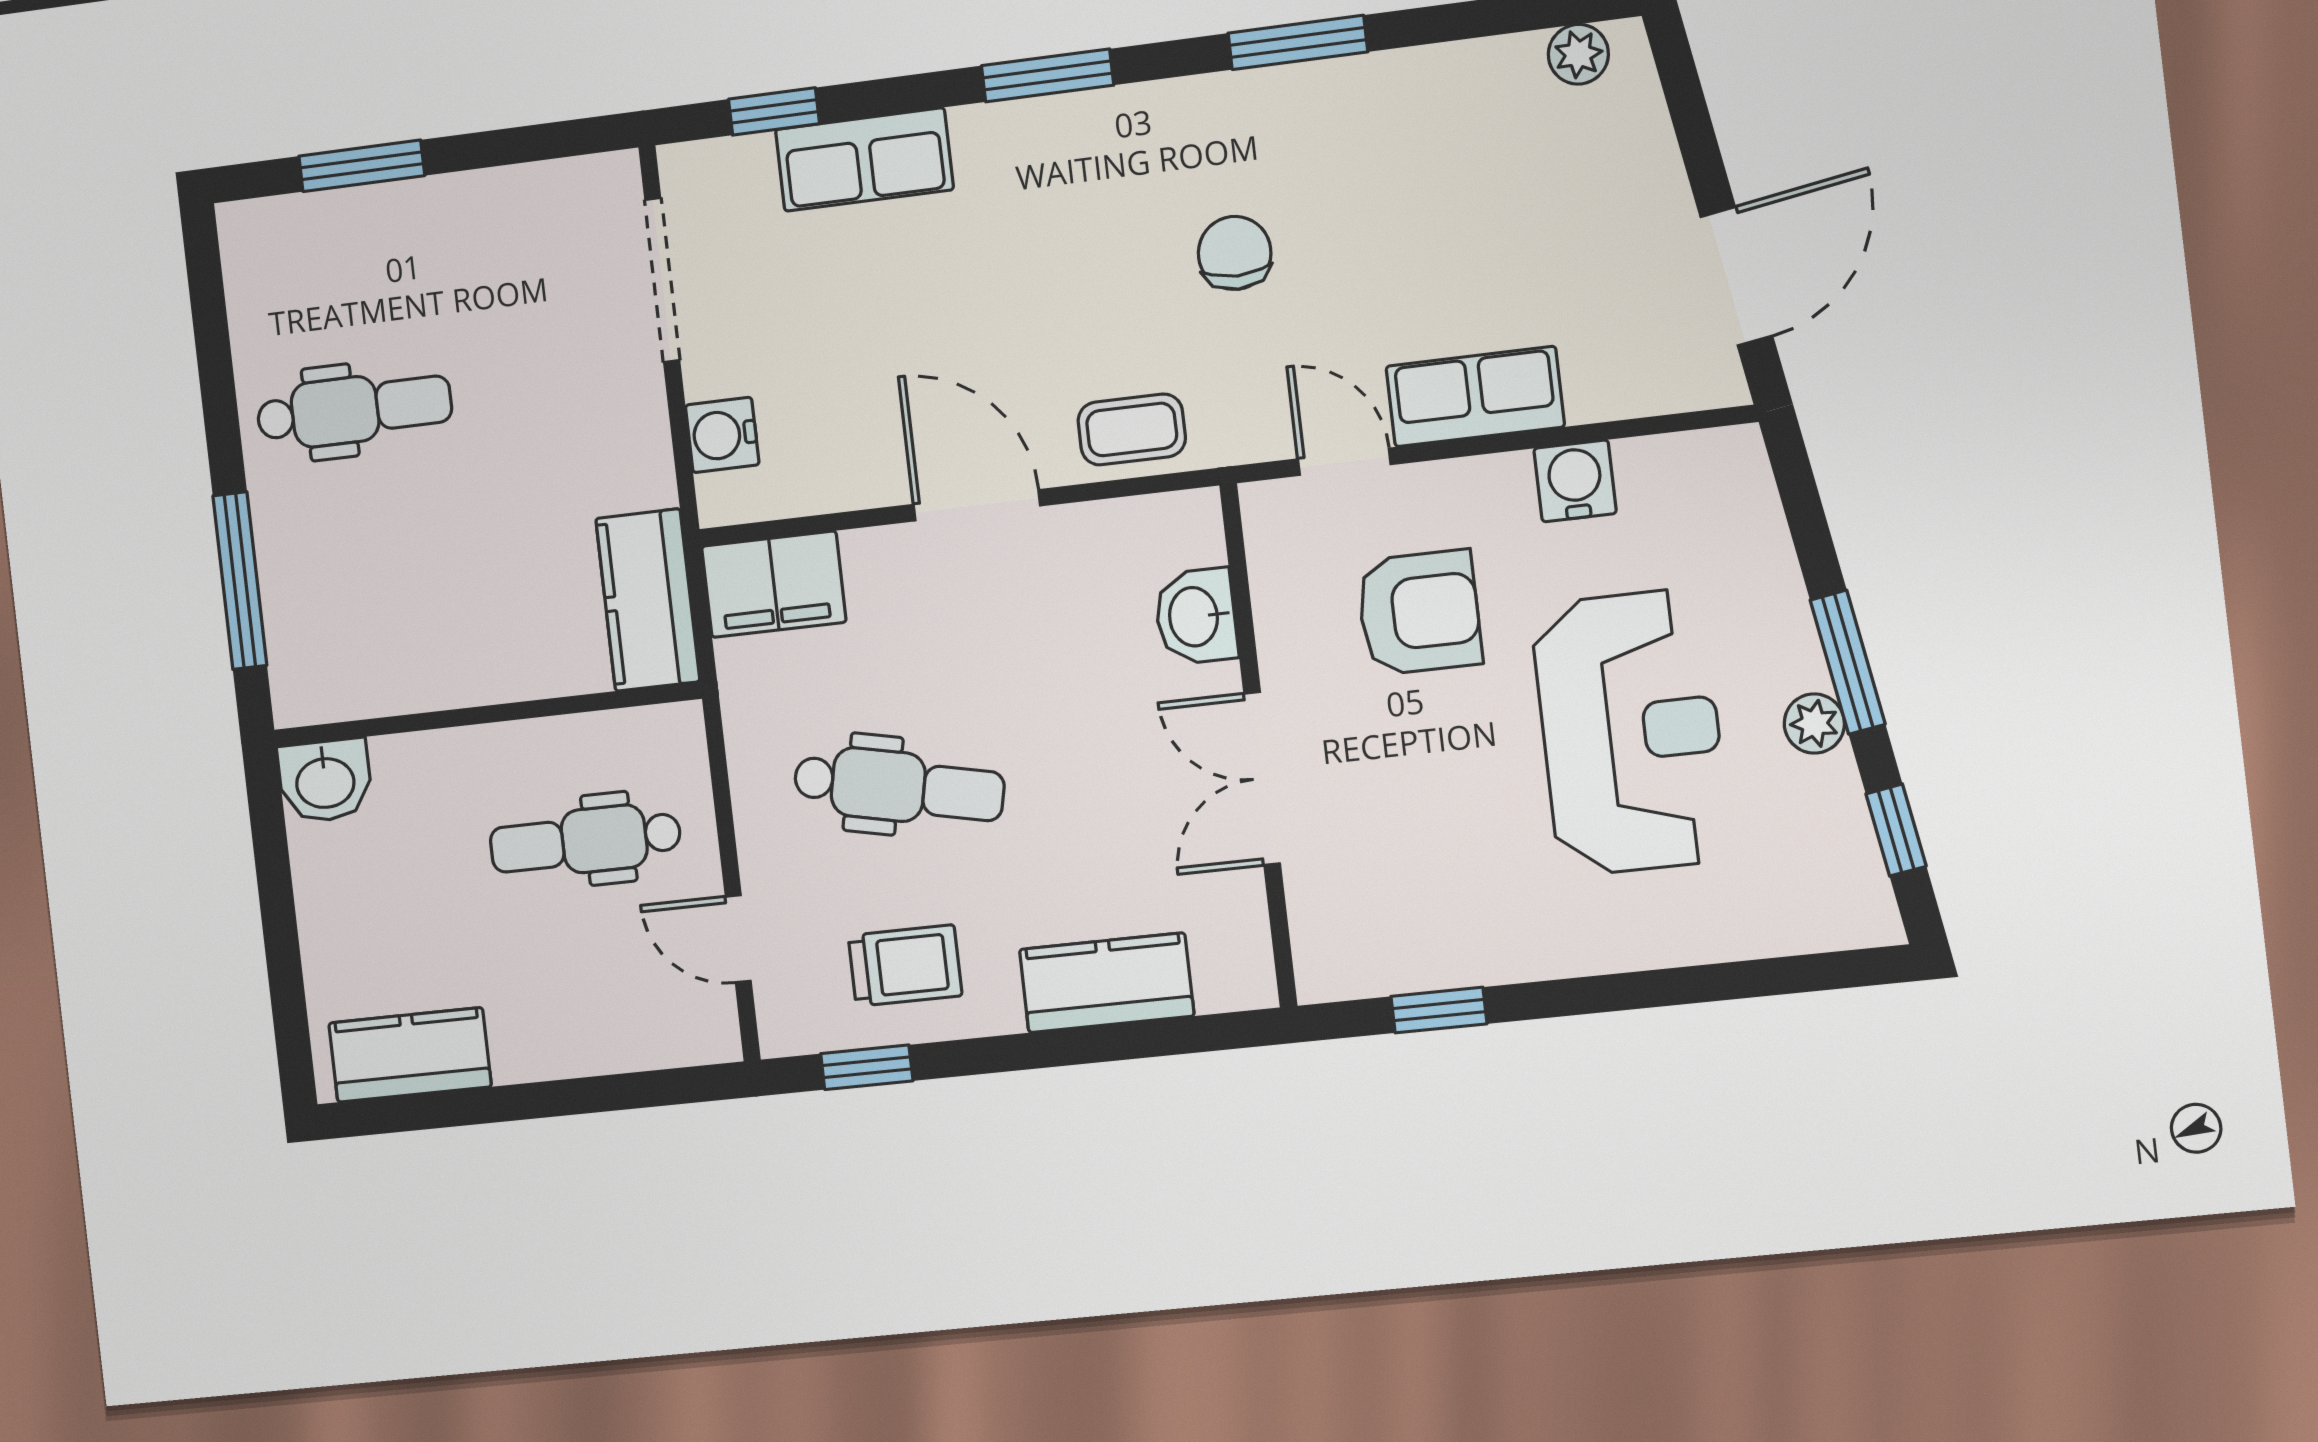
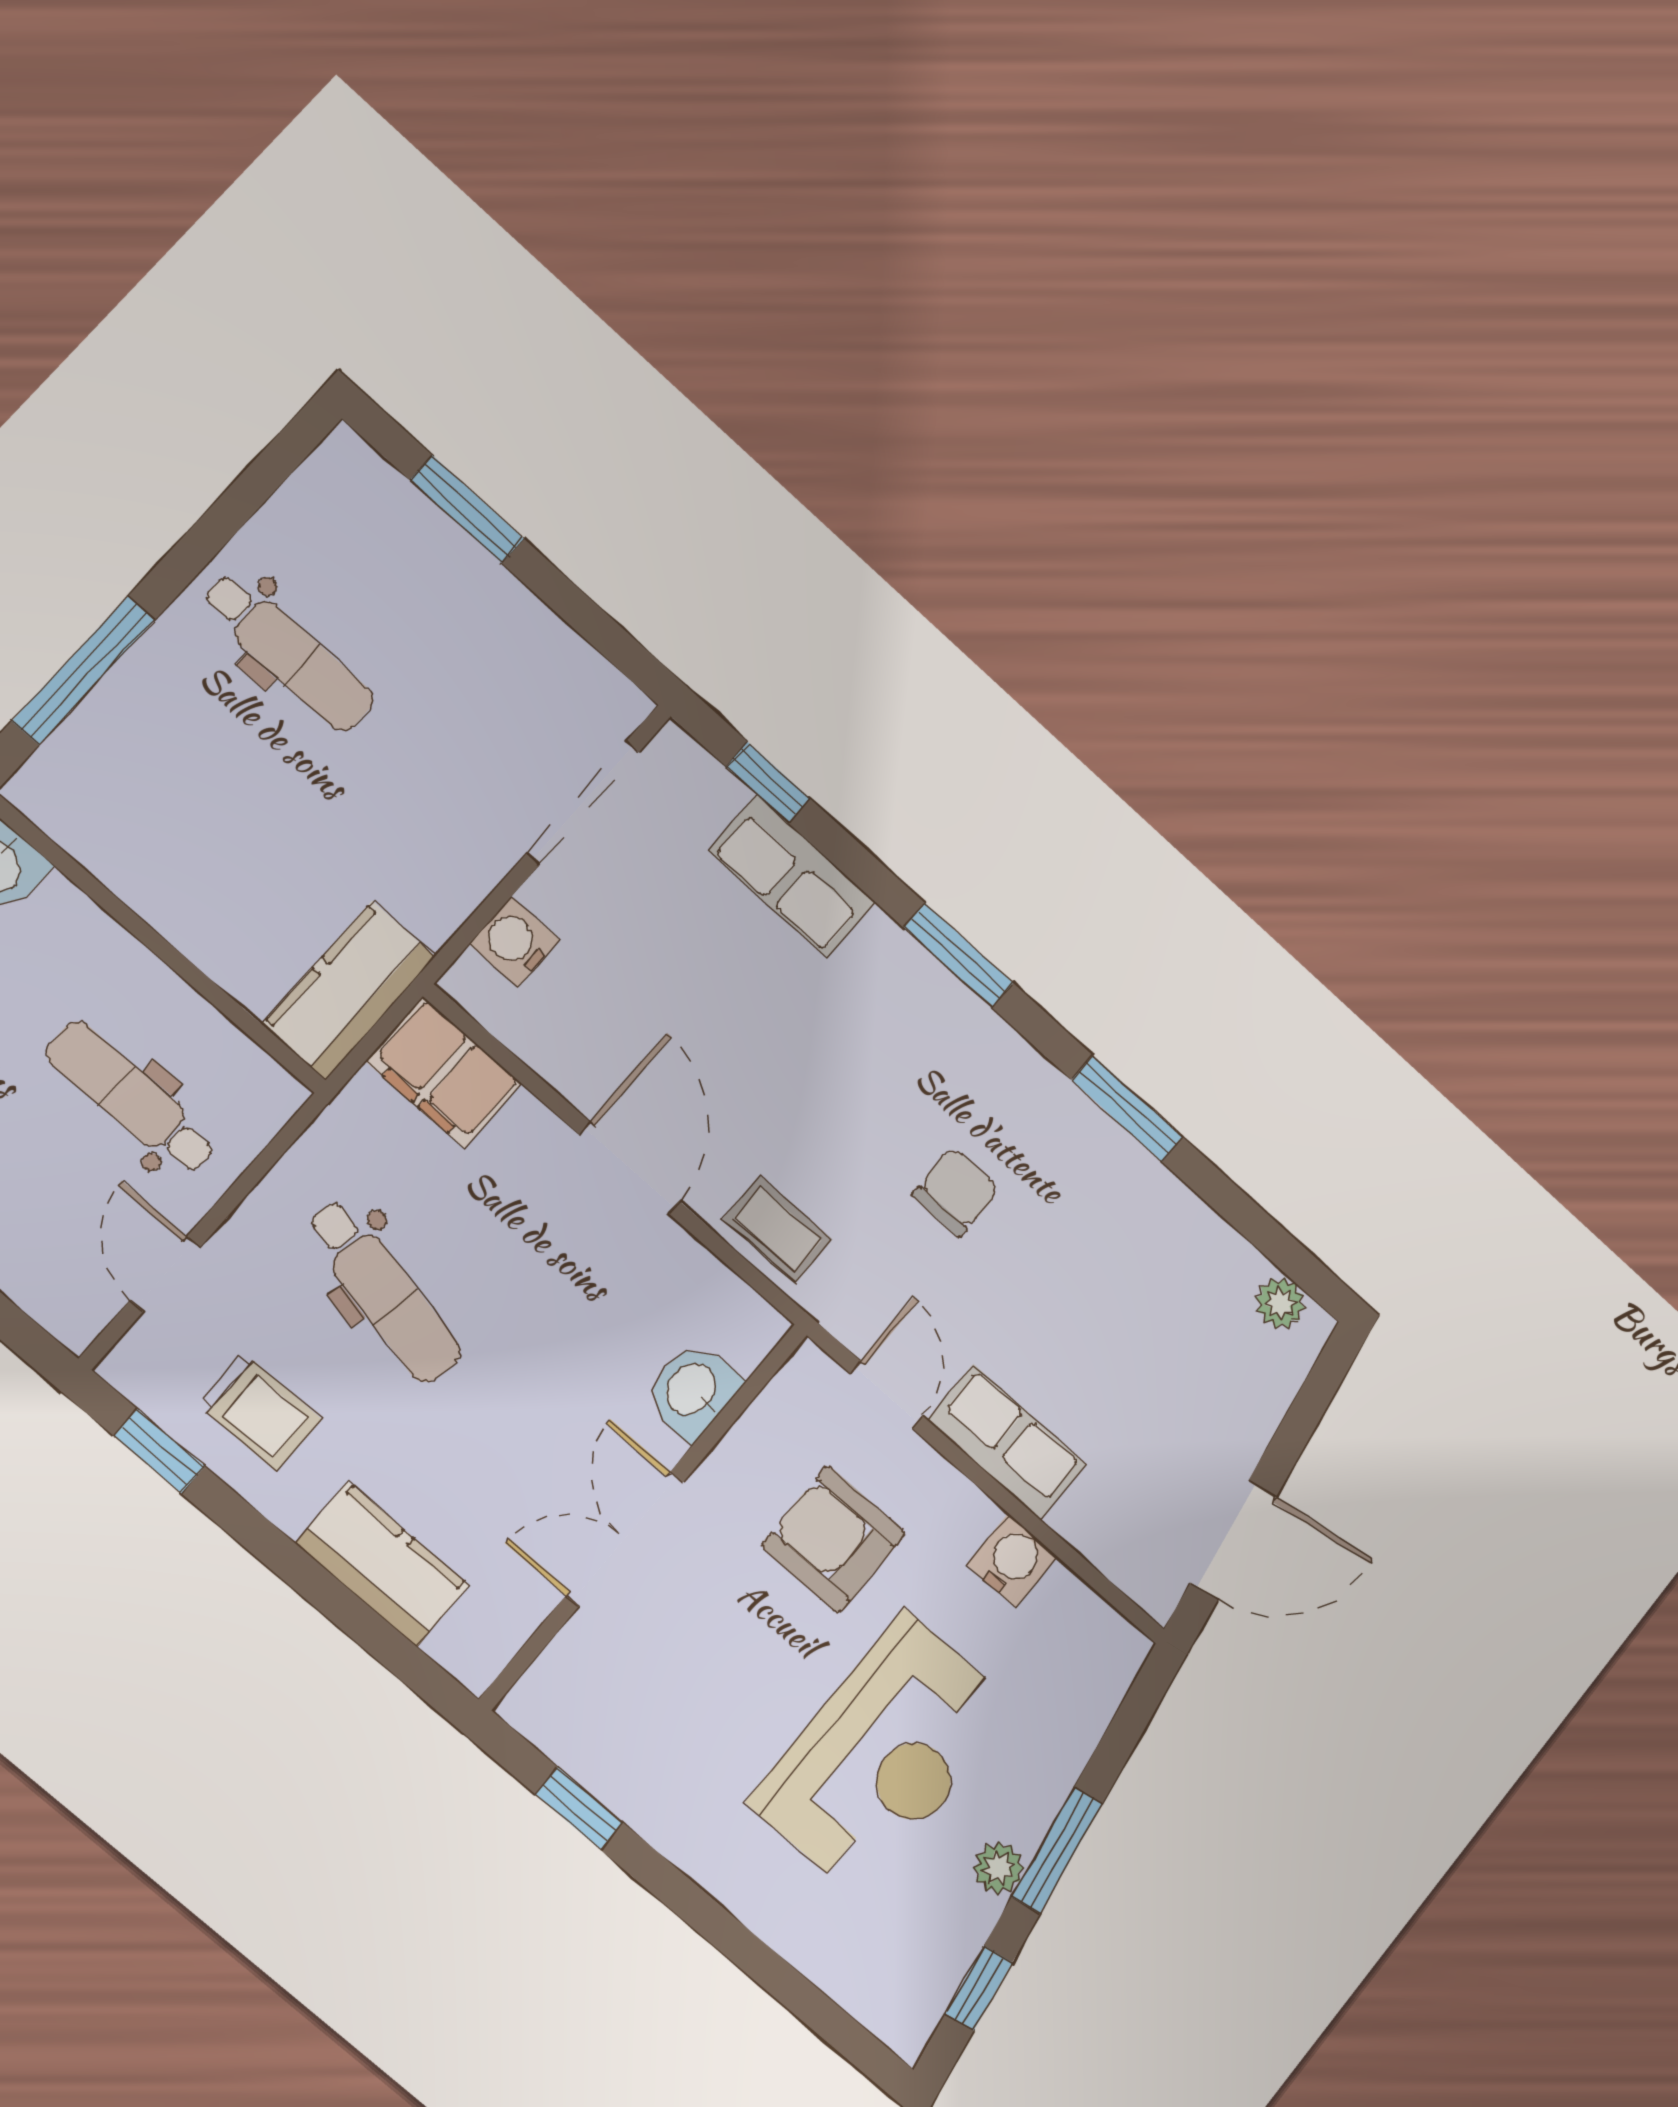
armchair: (1419, 612) -> (833, 1539), turned 180

